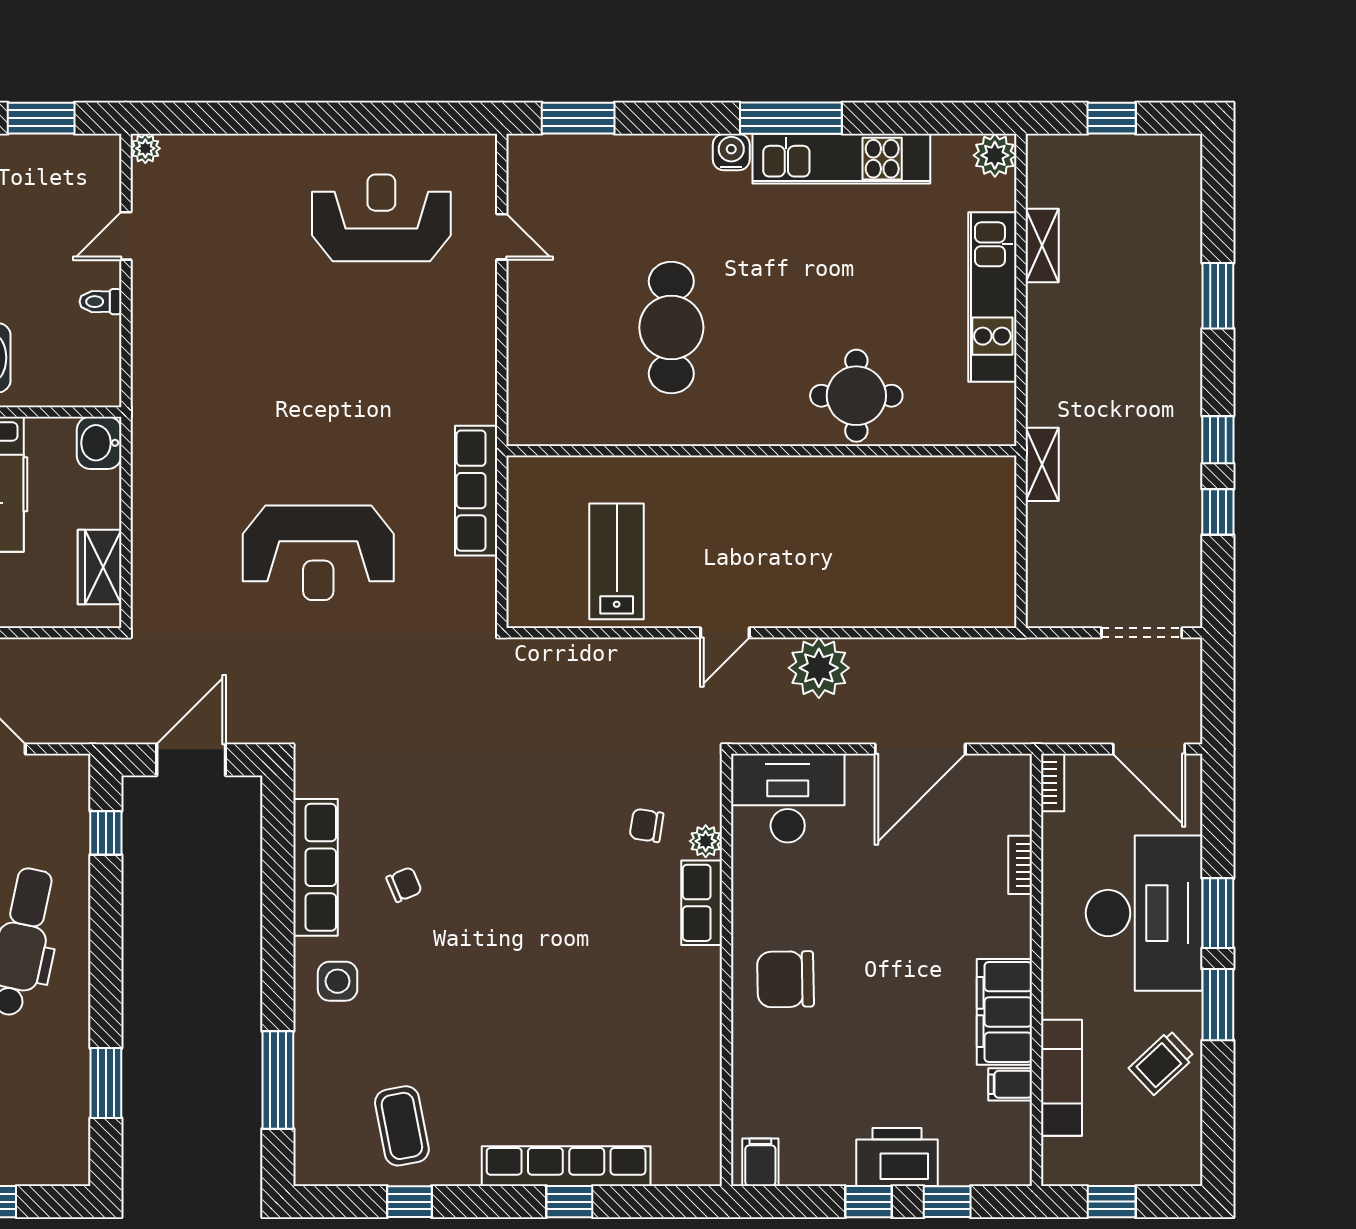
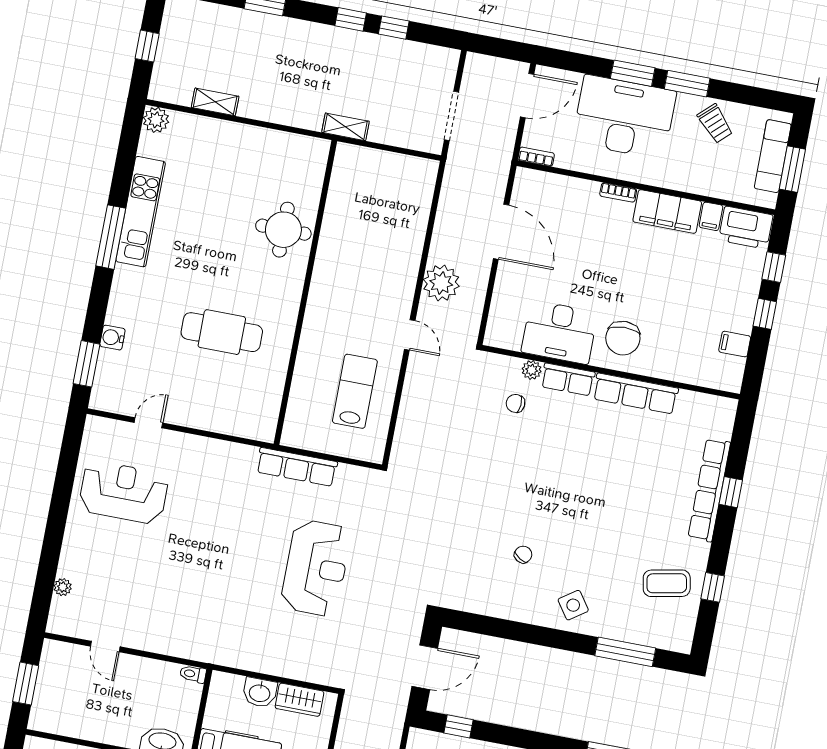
plant: (145, 148) -> (63, 587), moved
water cooler: (731, 152) -> (112, 338), moved
reception desk: (381, 218) -> (124, 492), turned 90
kitchen unit: (992, 297) -> (240, 137), removed
toilet: (100, 302) -> (193, 674), moved, turned 90
washbasin: (99, 443) -> (260, 693), moved
lab bench: (617, 561) -> (355, 391), turned 90
doorway: (1142, 633) -> (451, 116), moved
door: (191, 760) -> (425, 667), swing flipped
desk: (788, 798) -> (559, 332), moved, turned -90
chair: (647, 825) -> (515, 403), turned 85
bookcase: (1020, 865) -> (618, 192), moved
row of seats: (315, 867) -> (636, 394), moved, turned 180
chair: (404, 885) -> (523, 555), turned 54
side table: (338, 981) -> (573, 605), turned -35
exam couch: (1061, 1078) -> (773, 156), moved, turned -90
printer: (897, 1157) -> (746, 228), moved, turned -90
filing cabinet: (760, 1162) -> (735, 344), moved
window: (1112, 1202) -> (792, 169), width x1.50

